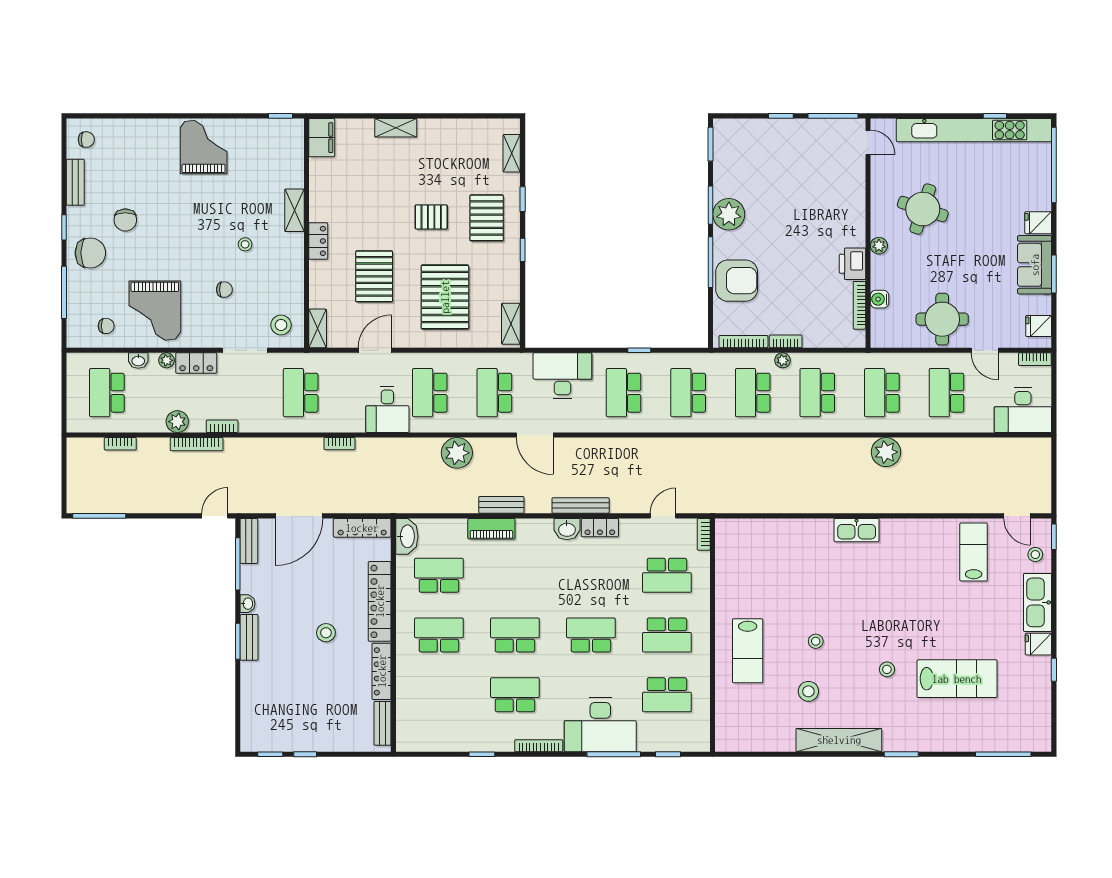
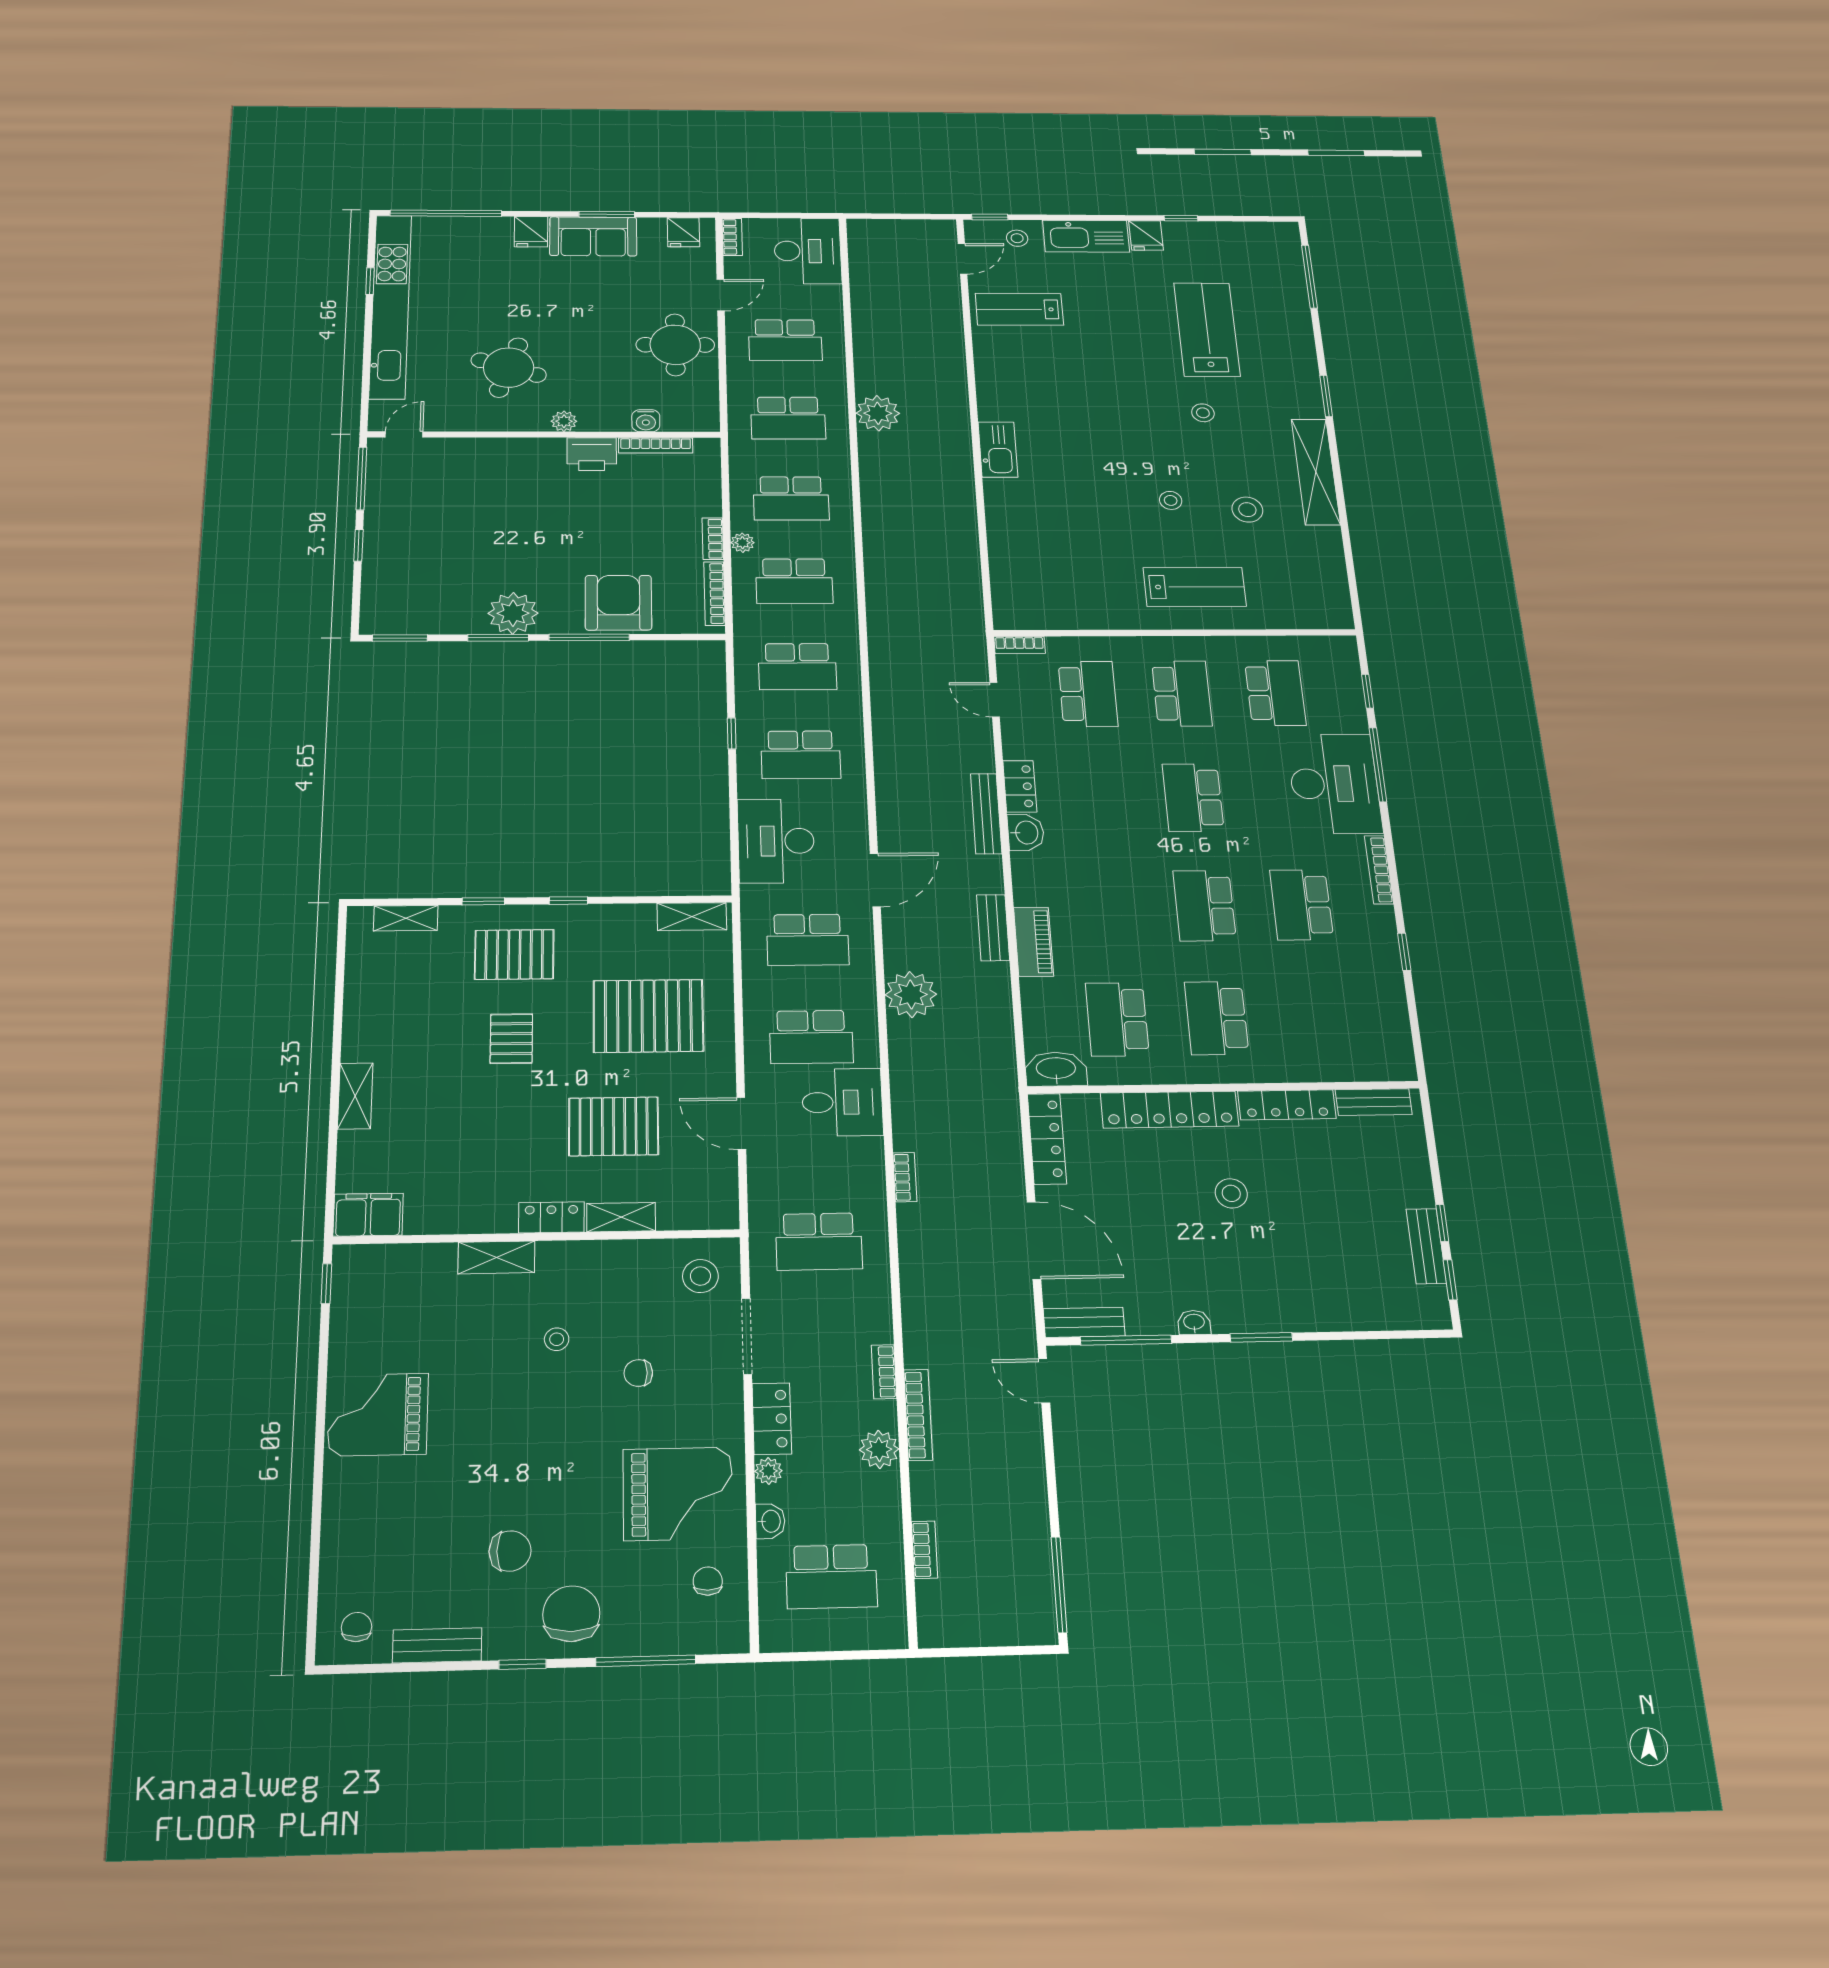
chair: (224, 290) -> (638, 1373), turned -90
shelving: (318, 328) -> (621, 1217), moved
bench: (249, 637) -> (1426, 1246), moved, turned 90

